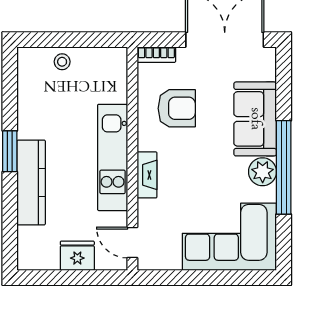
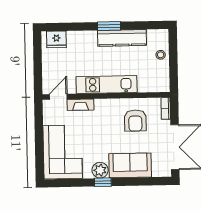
window: (284, 167) -> (103, 182), width x0.32
fireplace: (147, 175) -> (81, 105), moved
kitchen counter: (31, 183) -> (122, 38), moved
fridge: (77, 256) -> (56, 39), moved, turned 90

